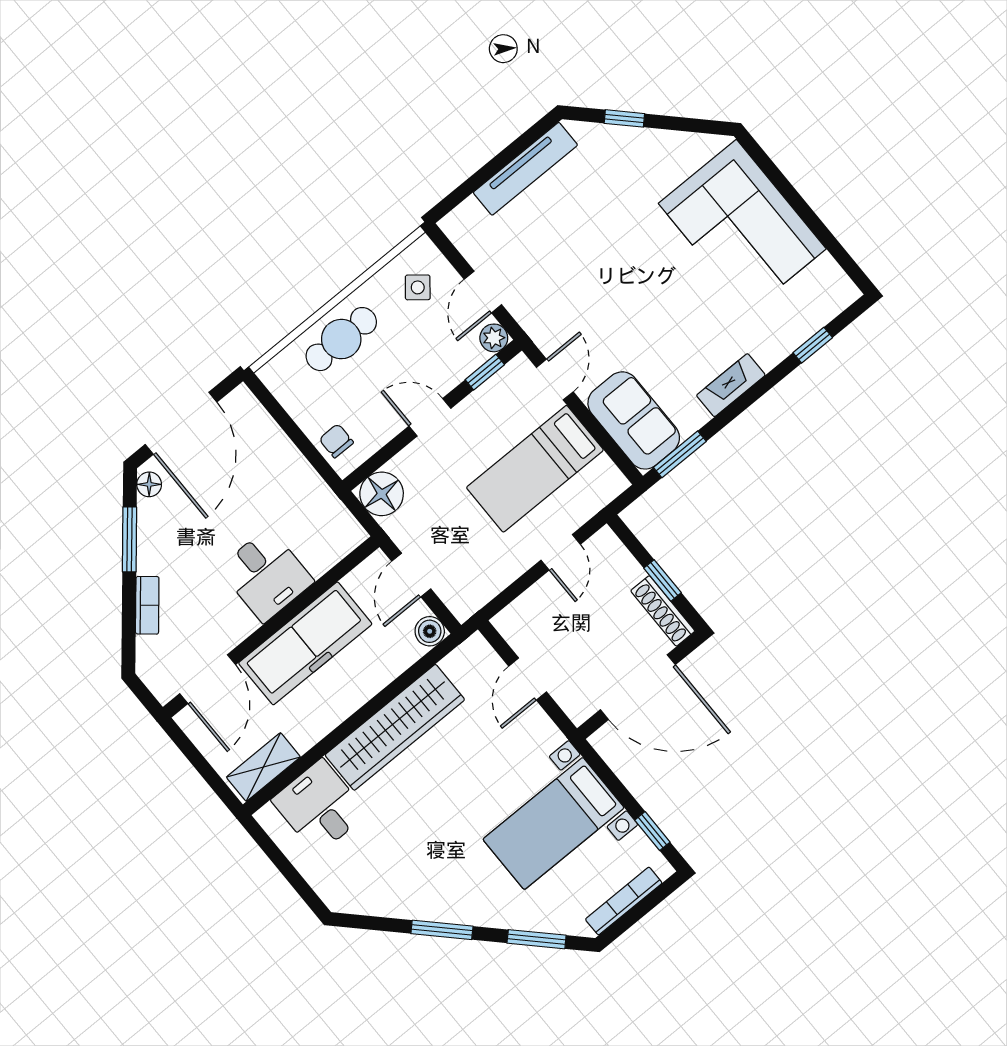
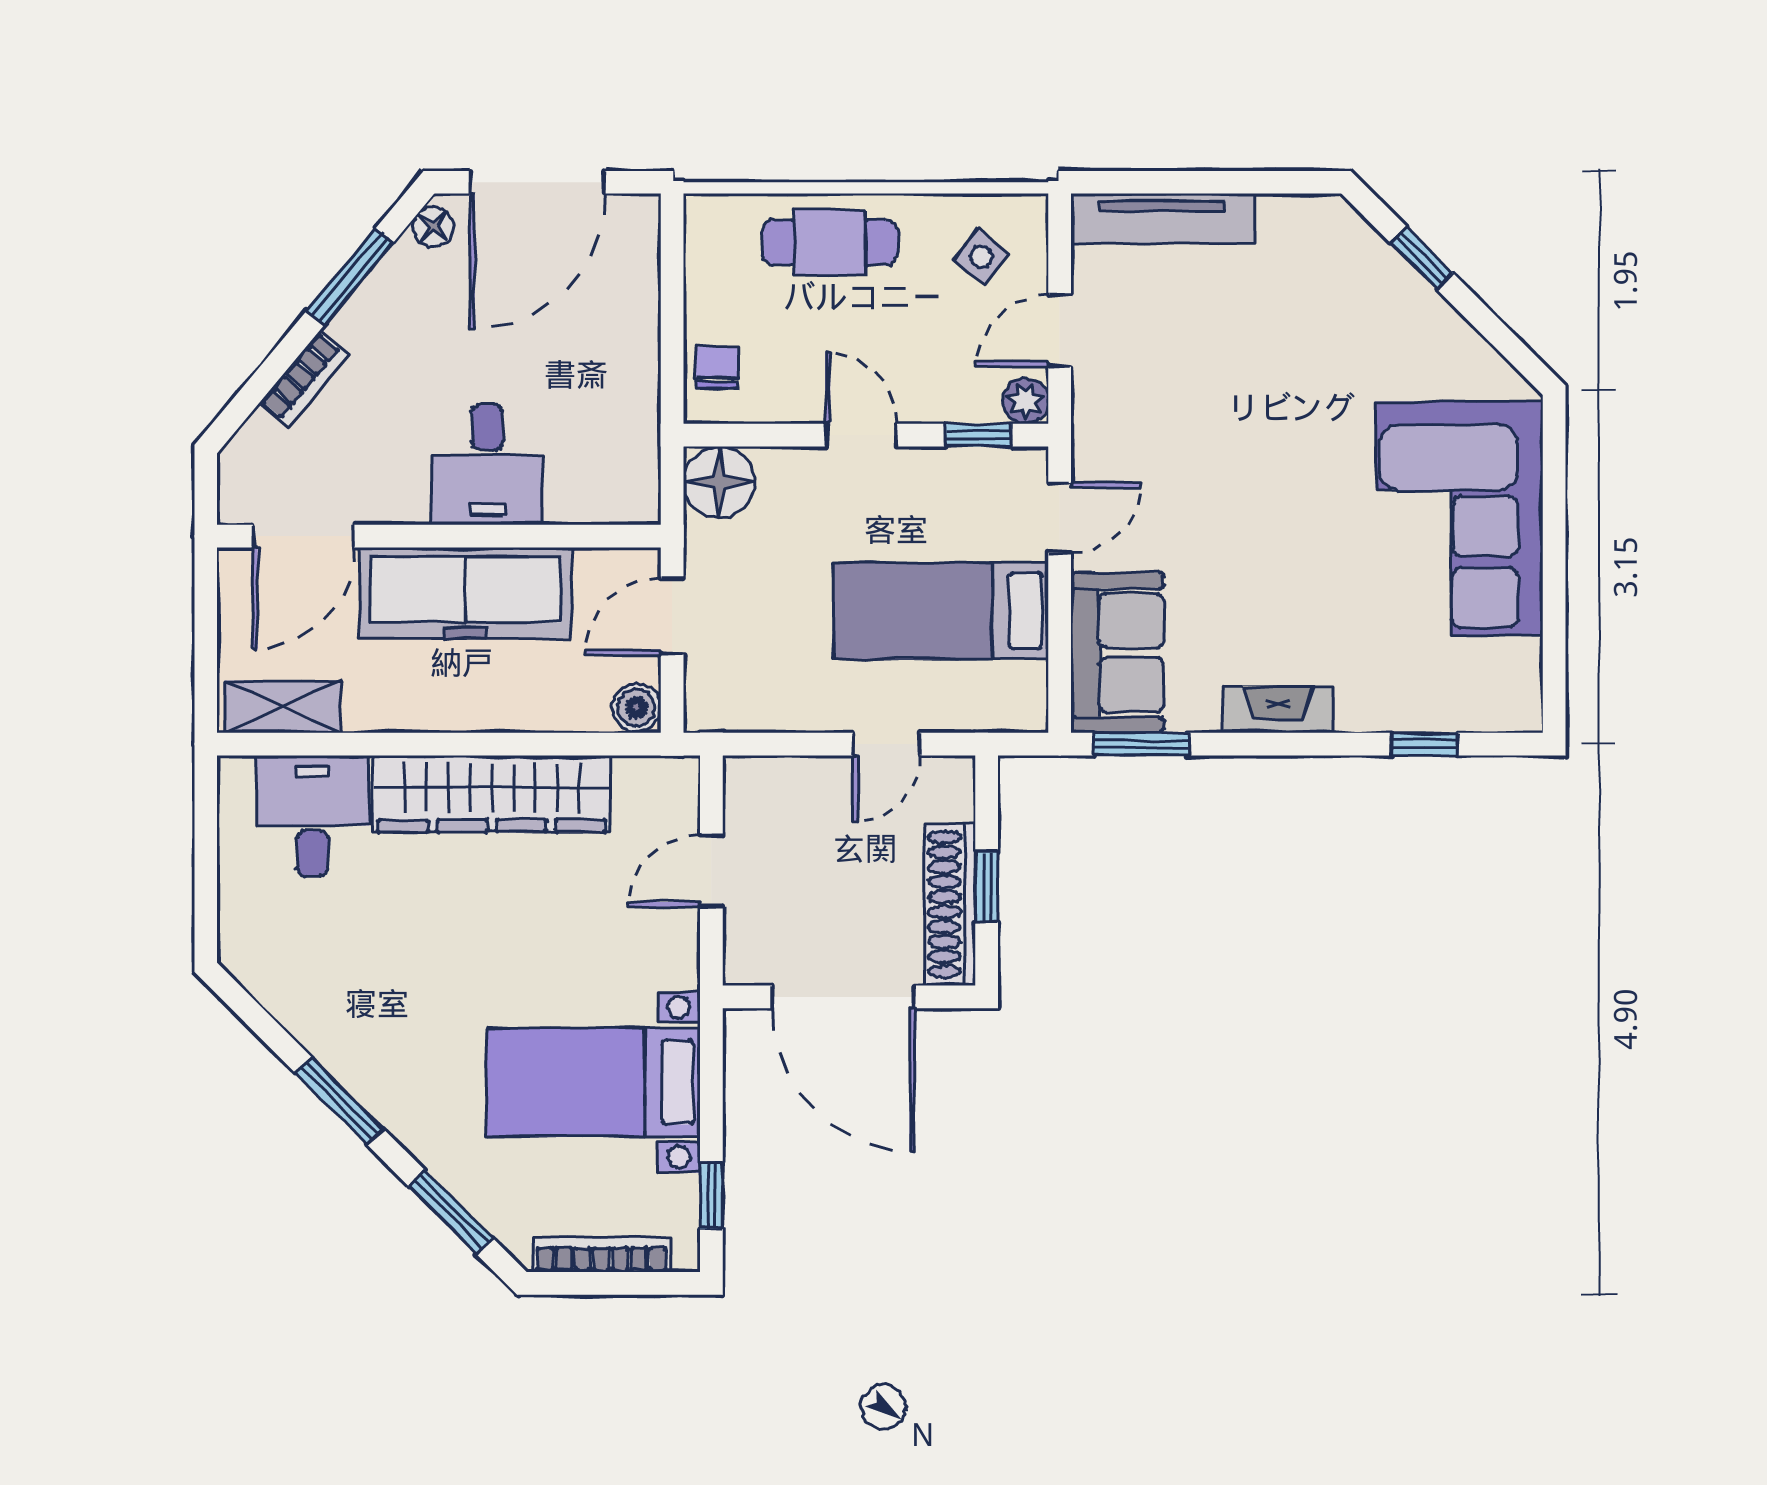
tv unit: (525, 169) -> (1163, 218), moved
shoe rack: (663, 611) -> (950, 904), width x1.36, depth x1.24

